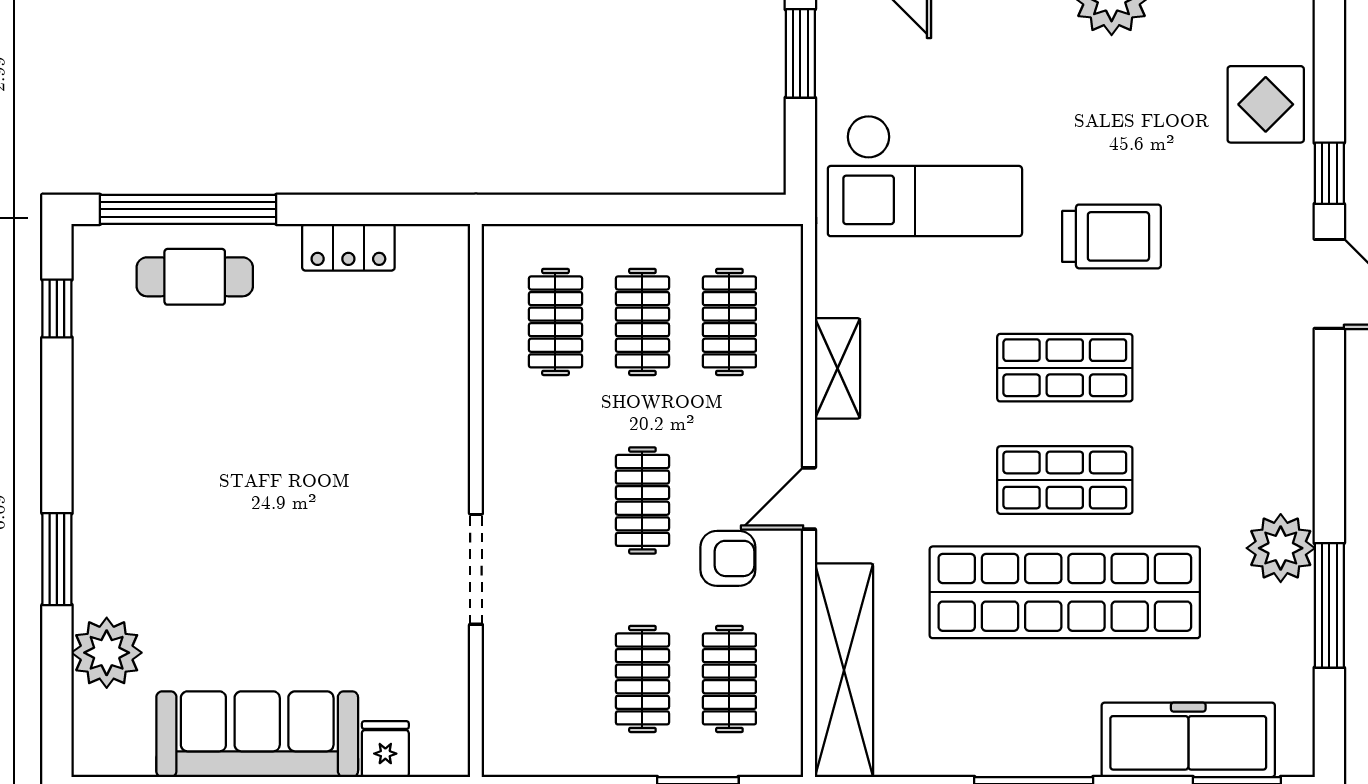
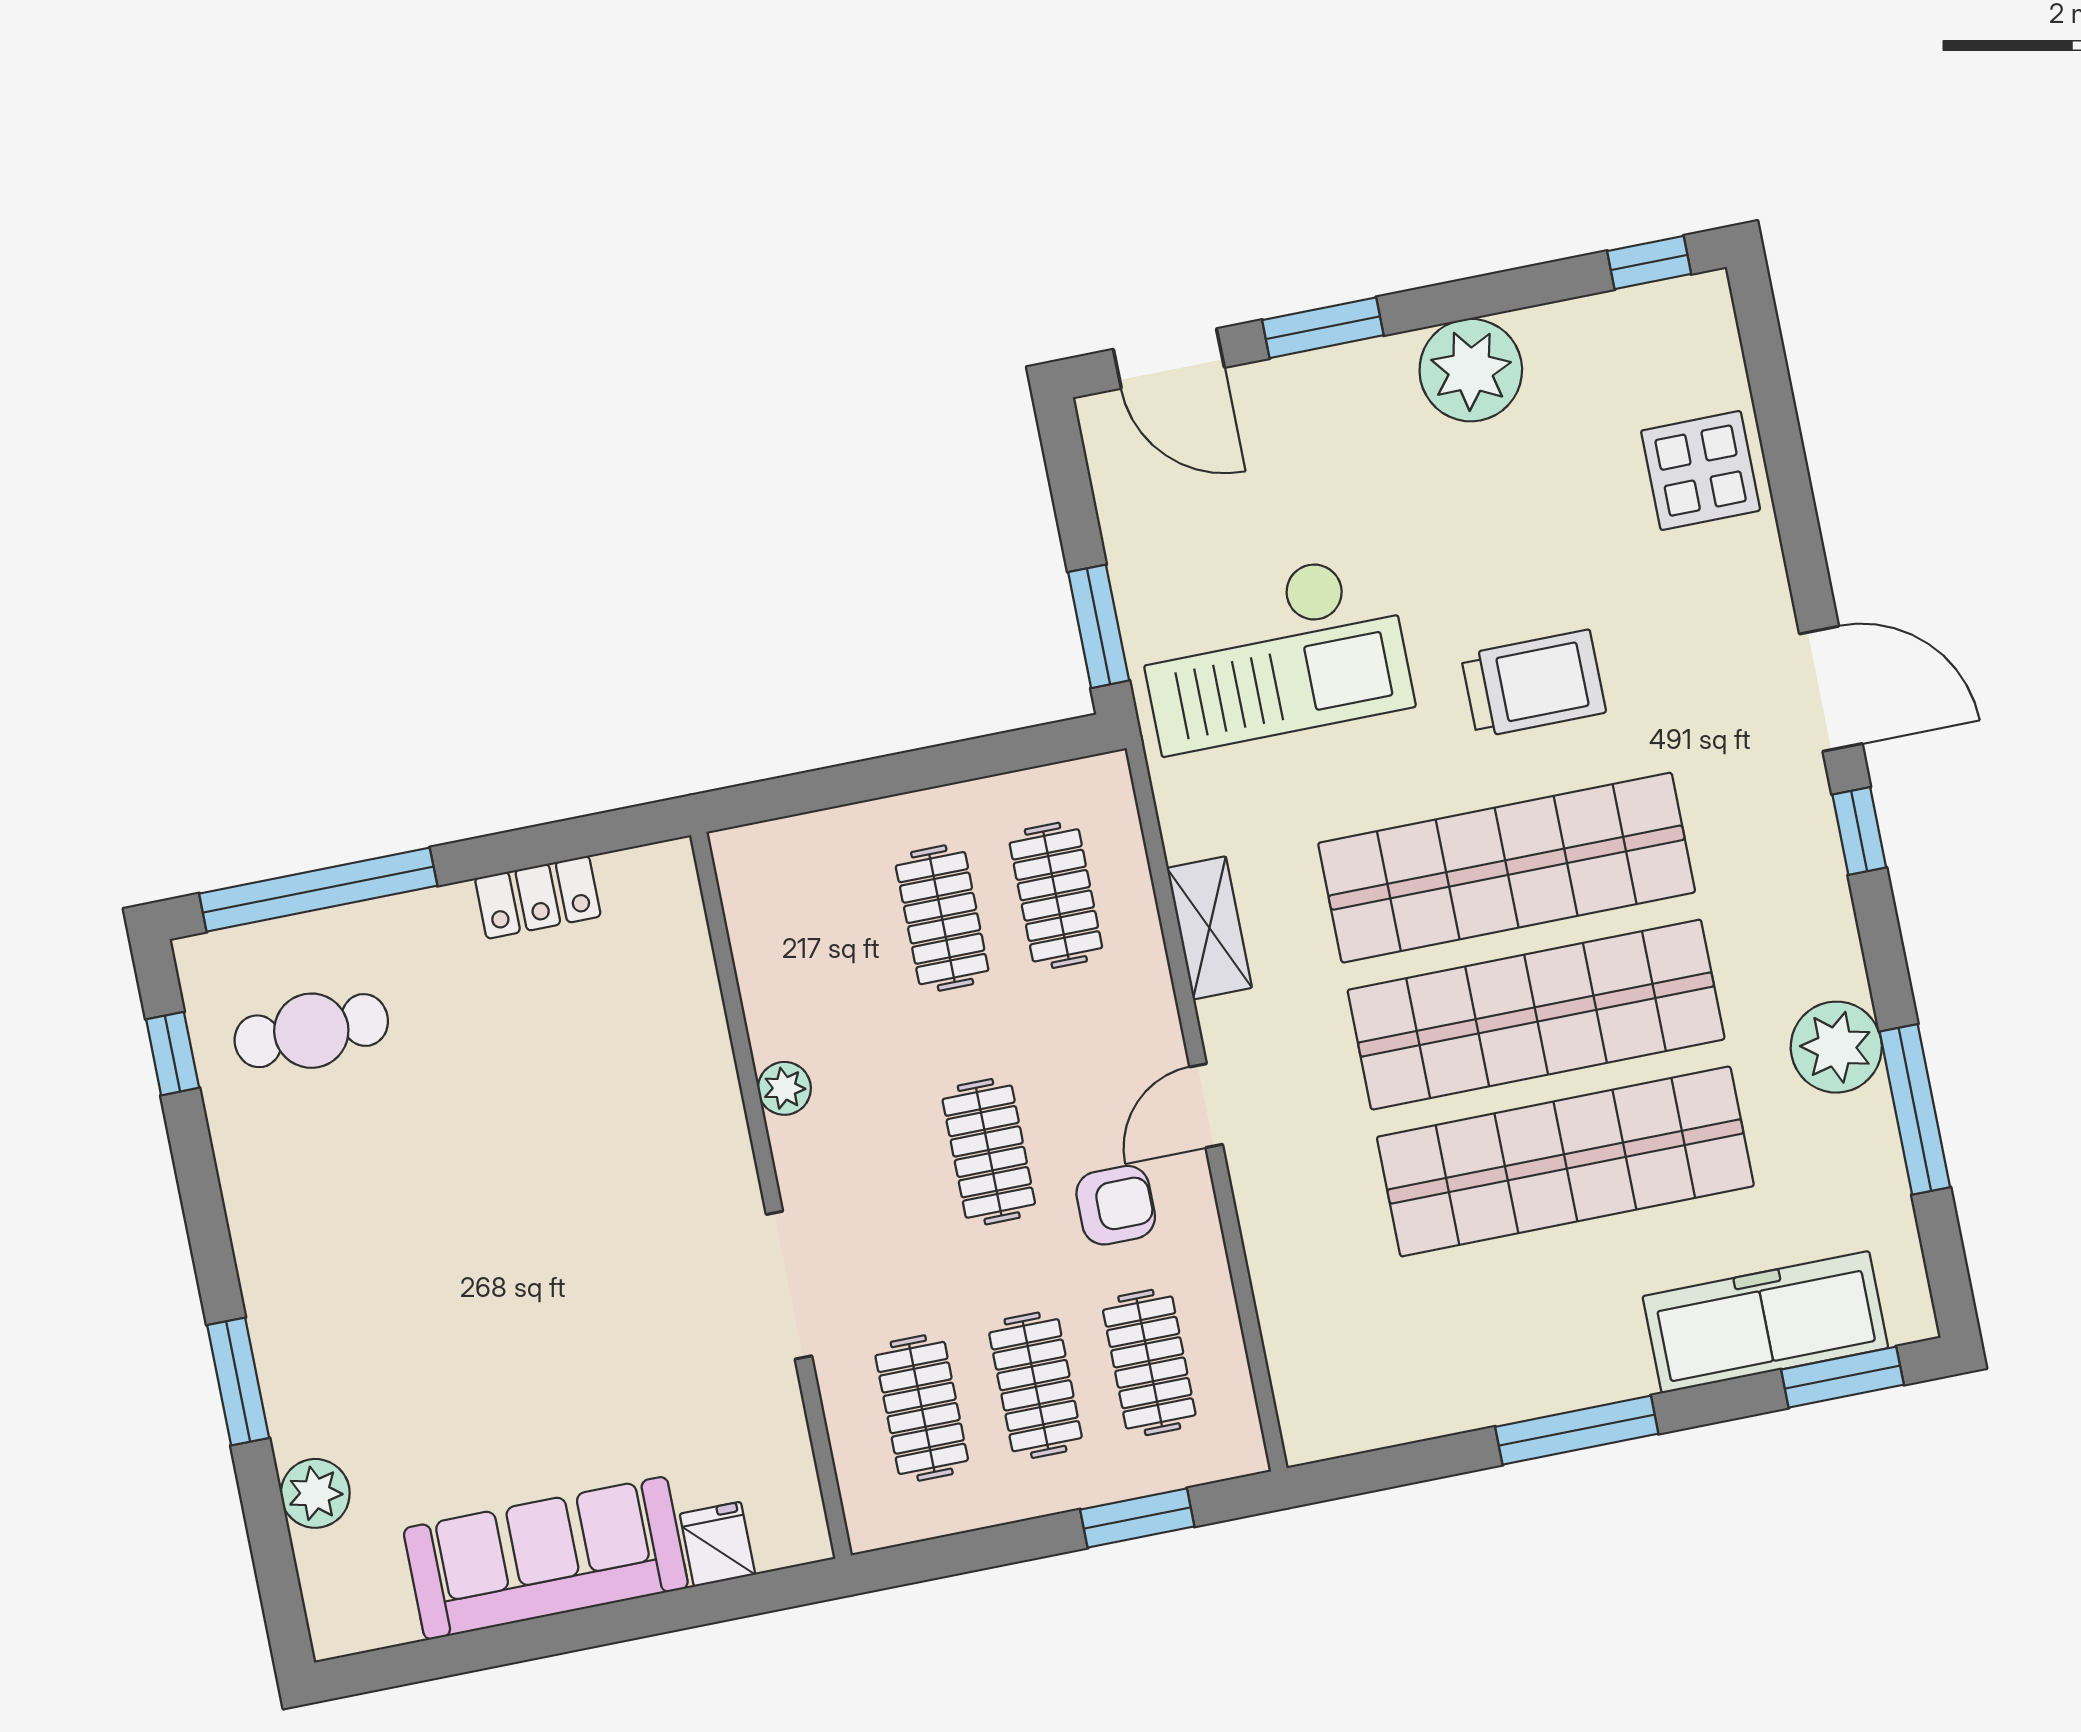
window: (800, 53) -> (1099, 626), moved
window: (1329, 173) -> (1859, 831), moved
cafe table: (195, 277) -> (311, 1031), moved
clothes rail: (555, 322) -> (922, 1408), moved
shop shelf: (1065, 368) -> (1507, 868), width x2.00, depth x1.36
plant: (502, 424) -> (784, 1088), added
shop shelf: (1065, 480) -> (1536, 1015), width x2.00, depth x1.36
plant: (107, 653) -> (315, 1493), width x0.73, depth x0.73
shelving: (844, 670) -> (1297, 1321), removed

